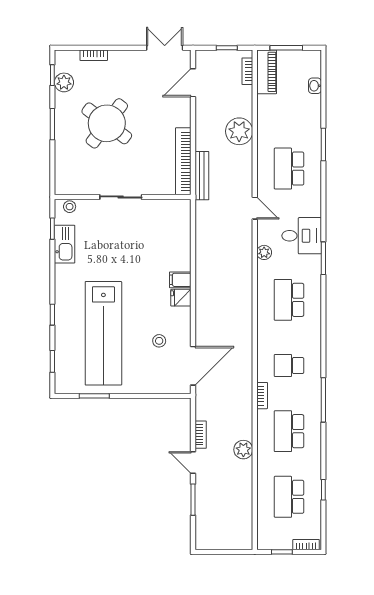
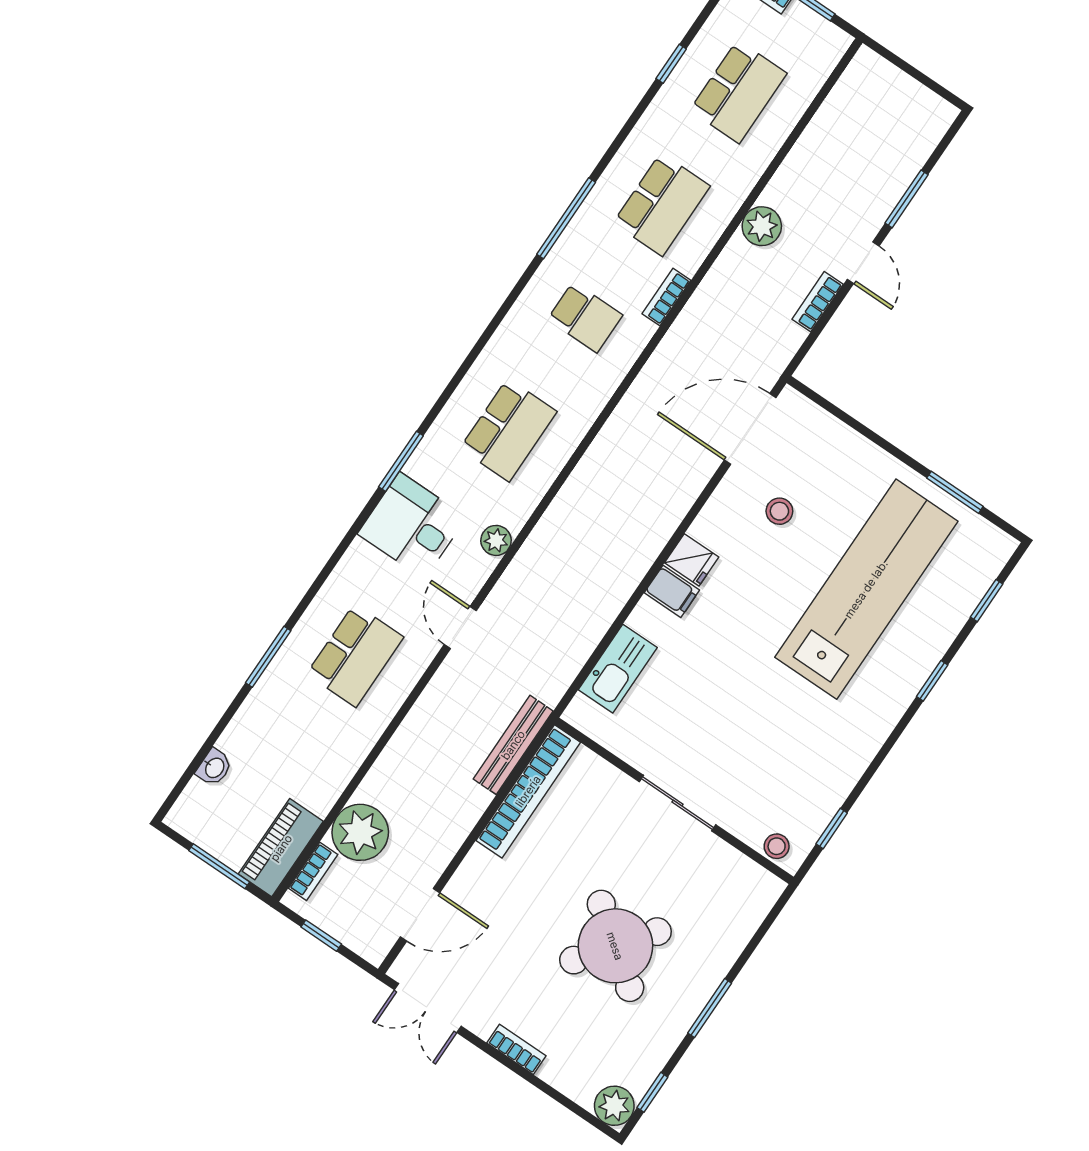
bookcase: (94, 55) -> (516, 1049), moved
plant: (64, 82) -> (614, 1106), moved
plant: (239, 131) -> (360, 832), moved
kitchen sink: (65, 244) -> (618, 669), moved, turned 180

